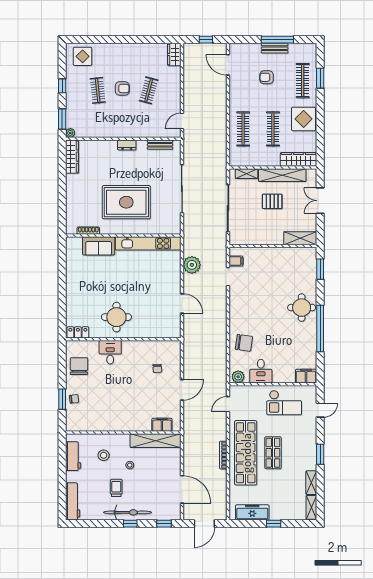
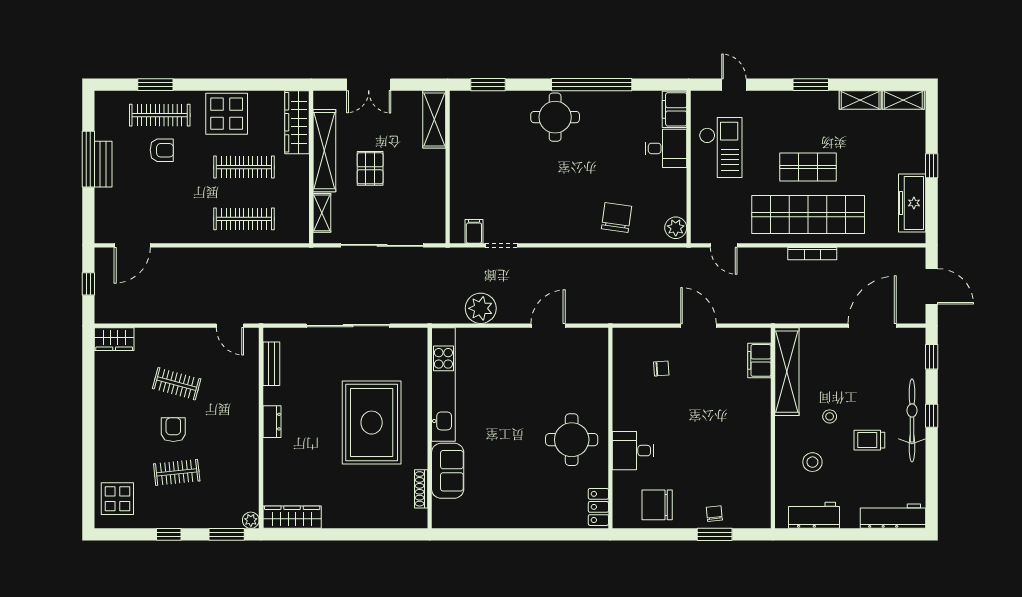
armchair: (267, 77) -> (162, 150), moved, turned -90
desk: (261, 371) -> (666, 148), moved

